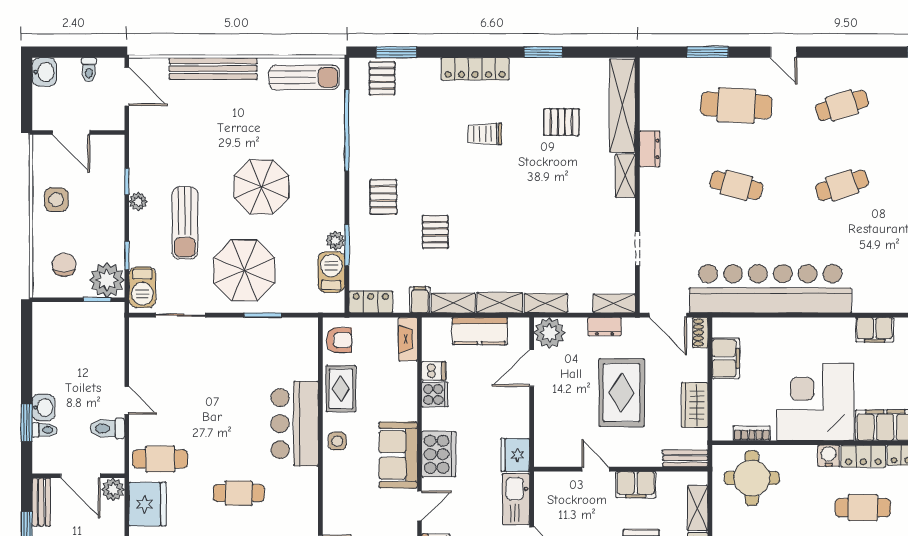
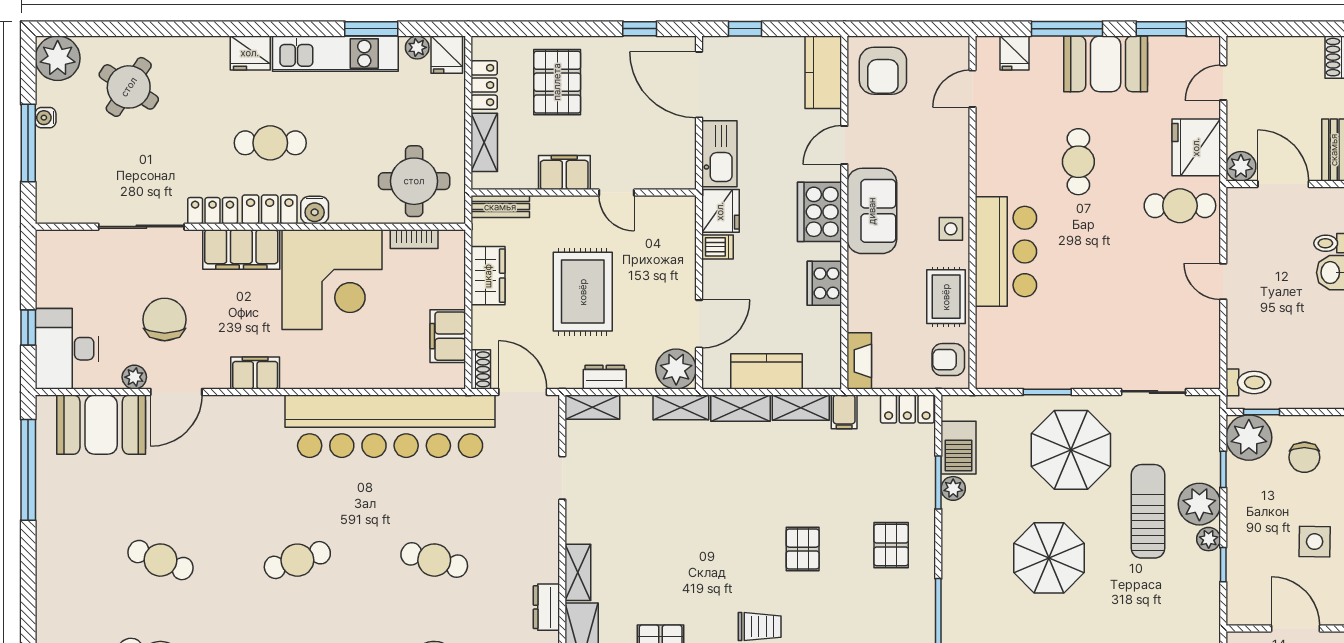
plant: (145, 229) -> (1199, 504), added
pallet: (435, 232) -> (803, 549), moved
barbecue: (142, 287) -> (1203, 428), removed
dishwasher: (434, 371) -> (718, 247), moved, turned 180
cooker: (435, 395) -> (824, 283), width x1.36
toilet: (107, 428) -> (1248, 382), moved
cafe table: (239, 493) -> (1078, 162), turned 90

